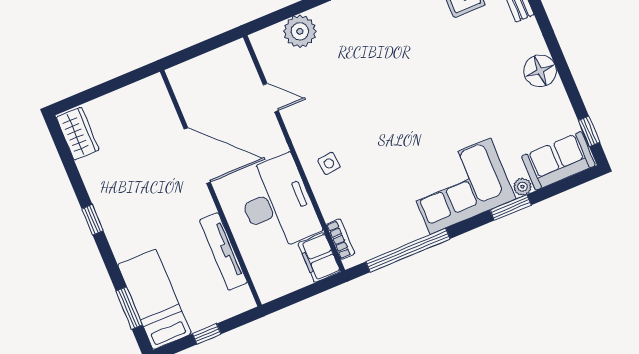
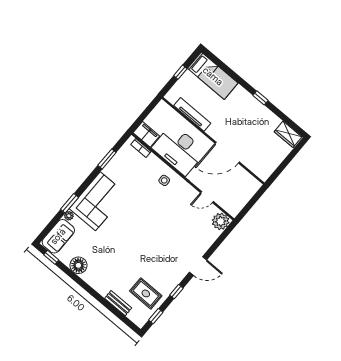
plant: (300, 31) -> (221, 221), moved
floor lamp: (540, 71) -> (78, 265), moved
window: (408, 250) -> (107, 159), width x0.47
window: (129, 308) -> (222, 66), removed

